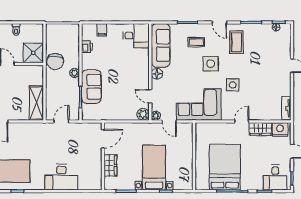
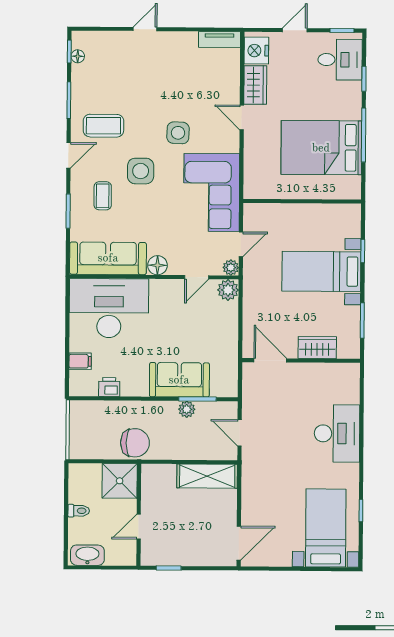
desk: (136, 36) -> (109, 308), width x1.87, depth x1.30
plant: (75, 73) -> (187, 409), moved

